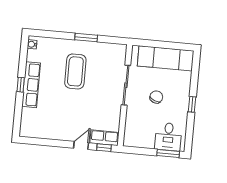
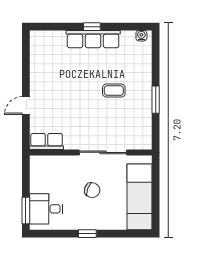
coffee table: (75, 71) -> (114, 91), width x0.54, depth x0.58
row of seats: (104, 138) -> (47, 141), moved, turned -90
door: (81, 145) -> (26, 106), swing flipped
window: (104, 148) -> (26, 133), removed

